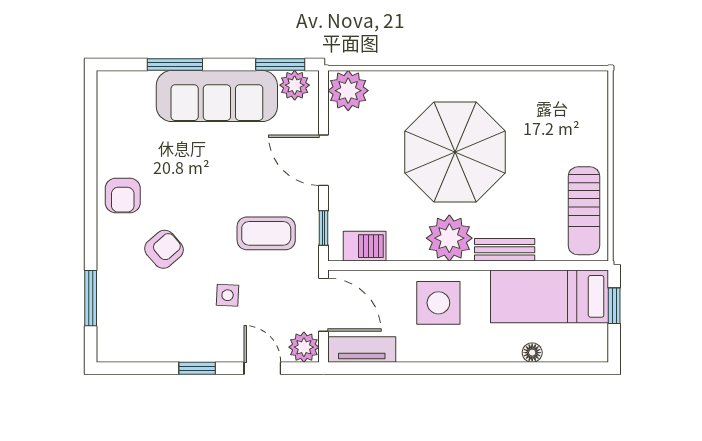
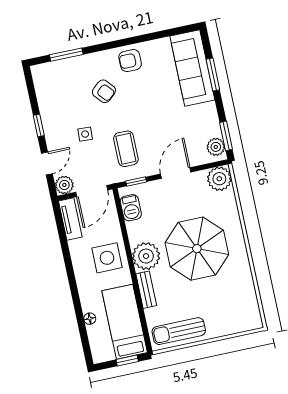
sofa: (217, 96) -> (192, 68), moved

